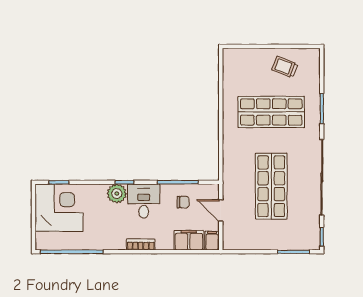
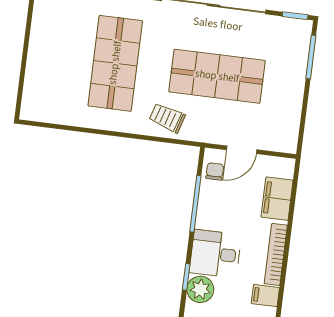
trolley: (285, 67) -> (167, 118), moved, turned 86
chair: (183, 202) -> (215, 171), moved
filing cabinet: (212, 241) -> (265, 296), moved
bookcase: (141, 244) -> (276, 254), width x1.56

